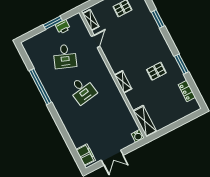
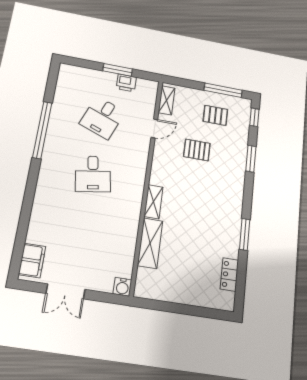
pallet: (156, 71) -> (197, 150), moved
shelving: (145, 121) -> (150, 243), moved

